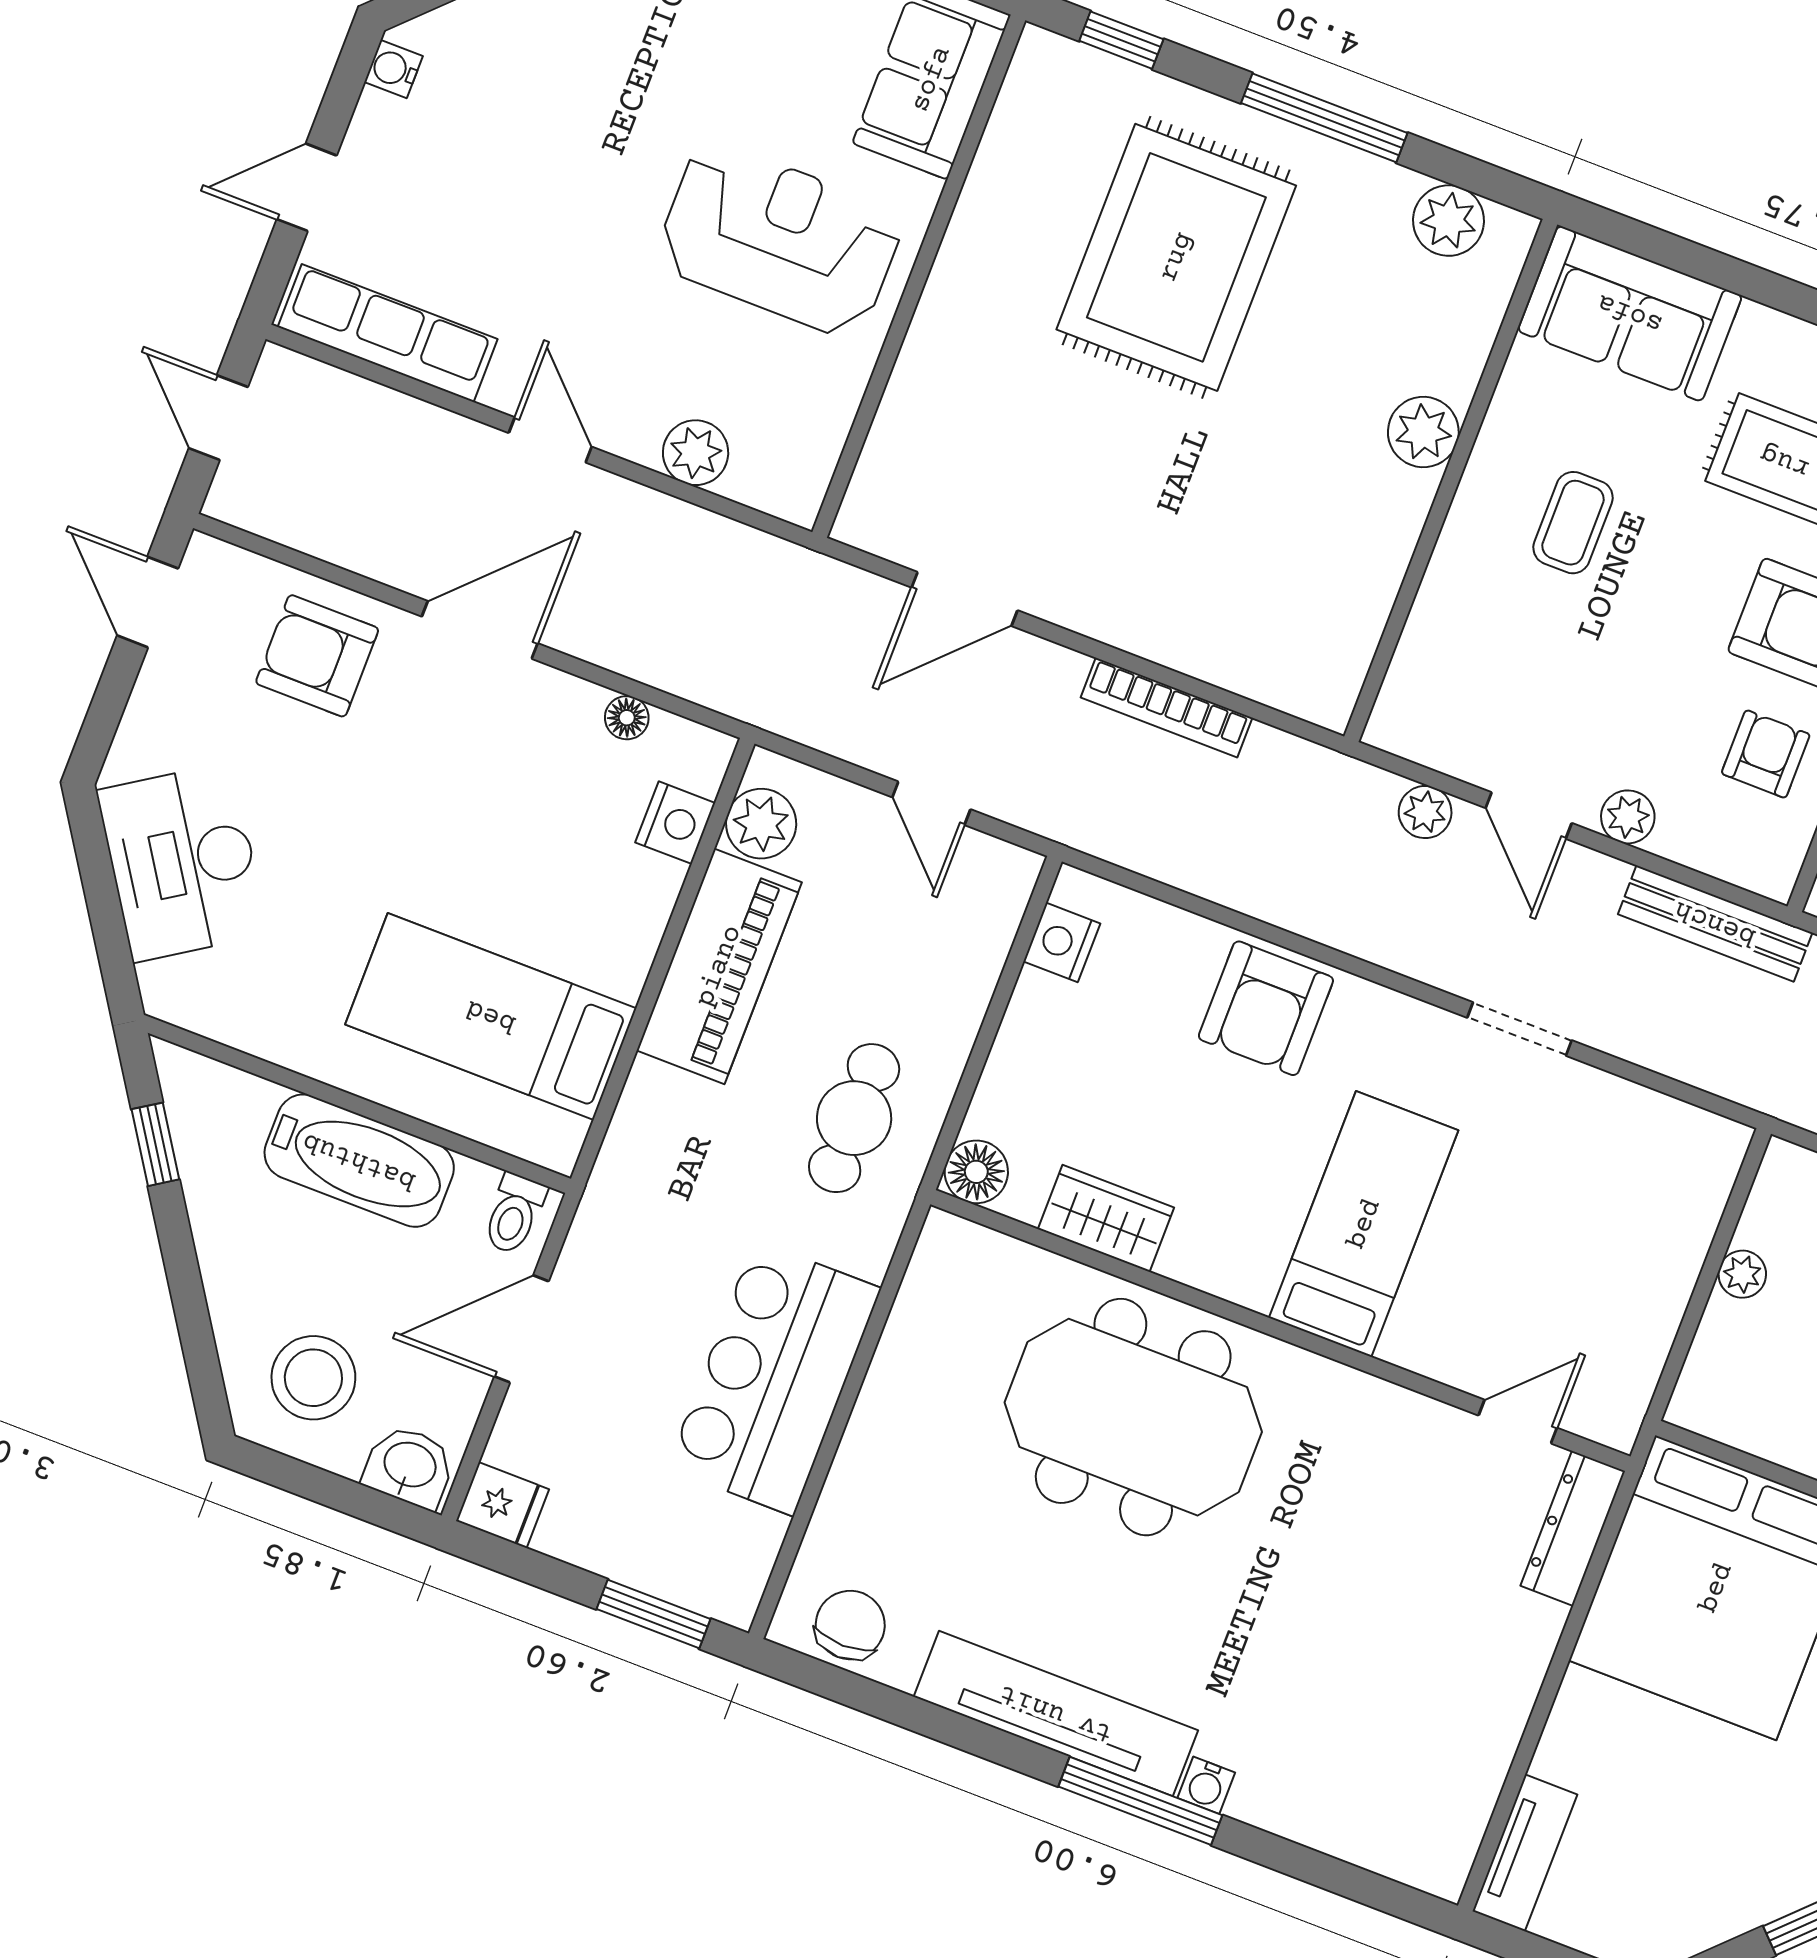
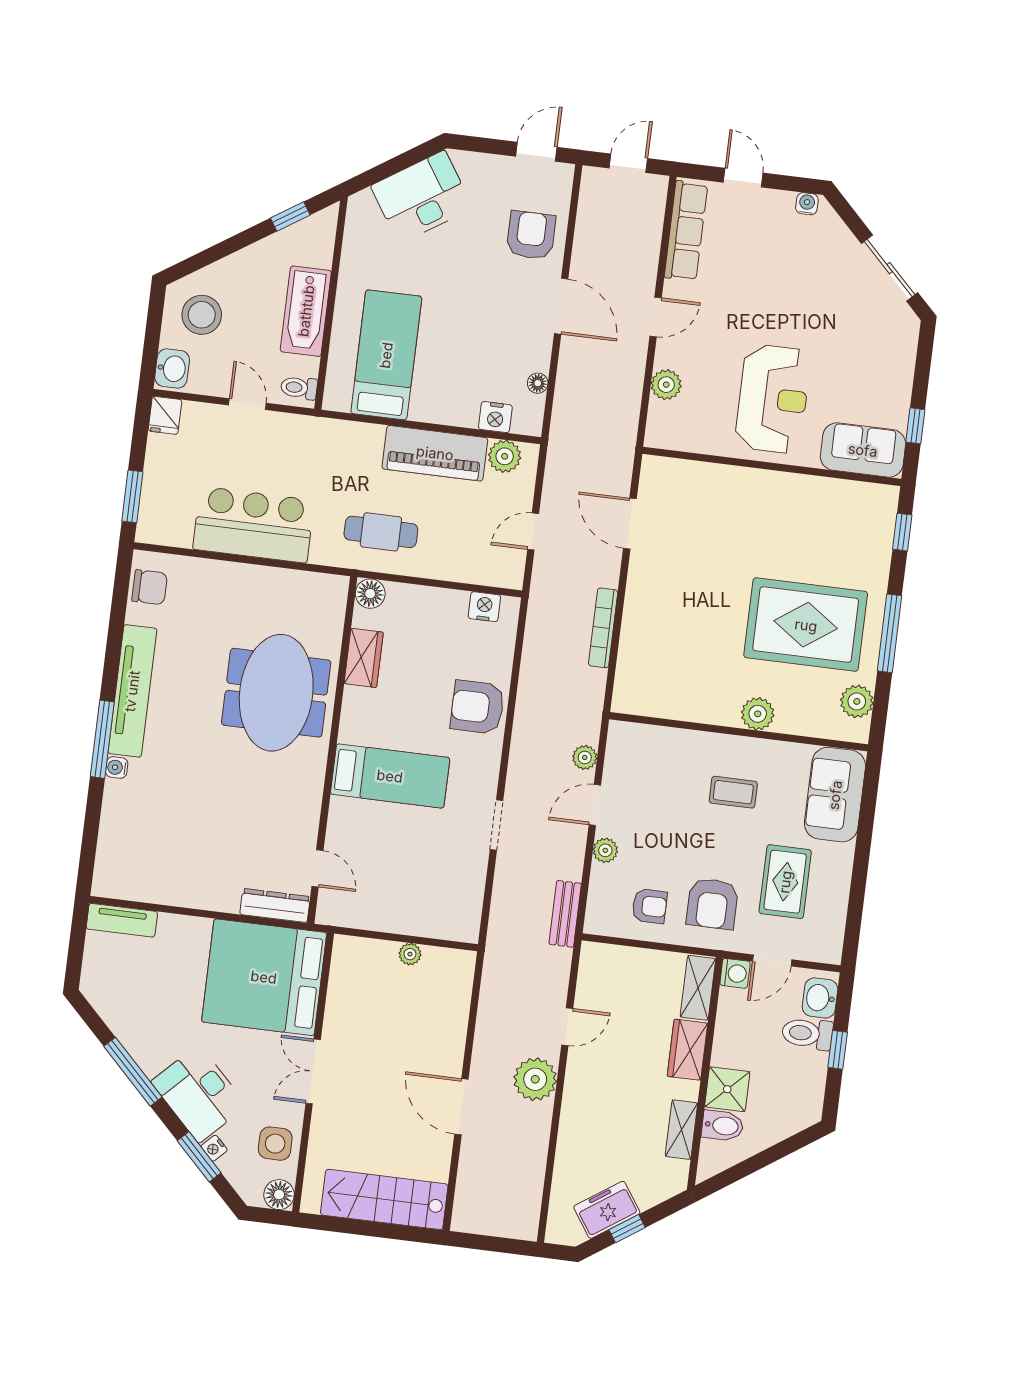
rug: (1176, 257) -> (806, 625), moved
bench: (1715, 923) -> (565, 914), width x0.73
door: (522, 1329) -> (247, 404), width x0.73

